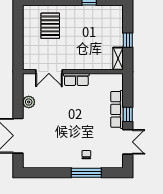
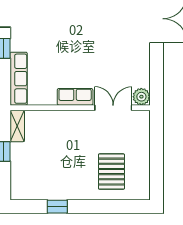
plant: (29, 102) -> (141, 97), moved
row of seats: (117, 109) -> (19, 79), moved

